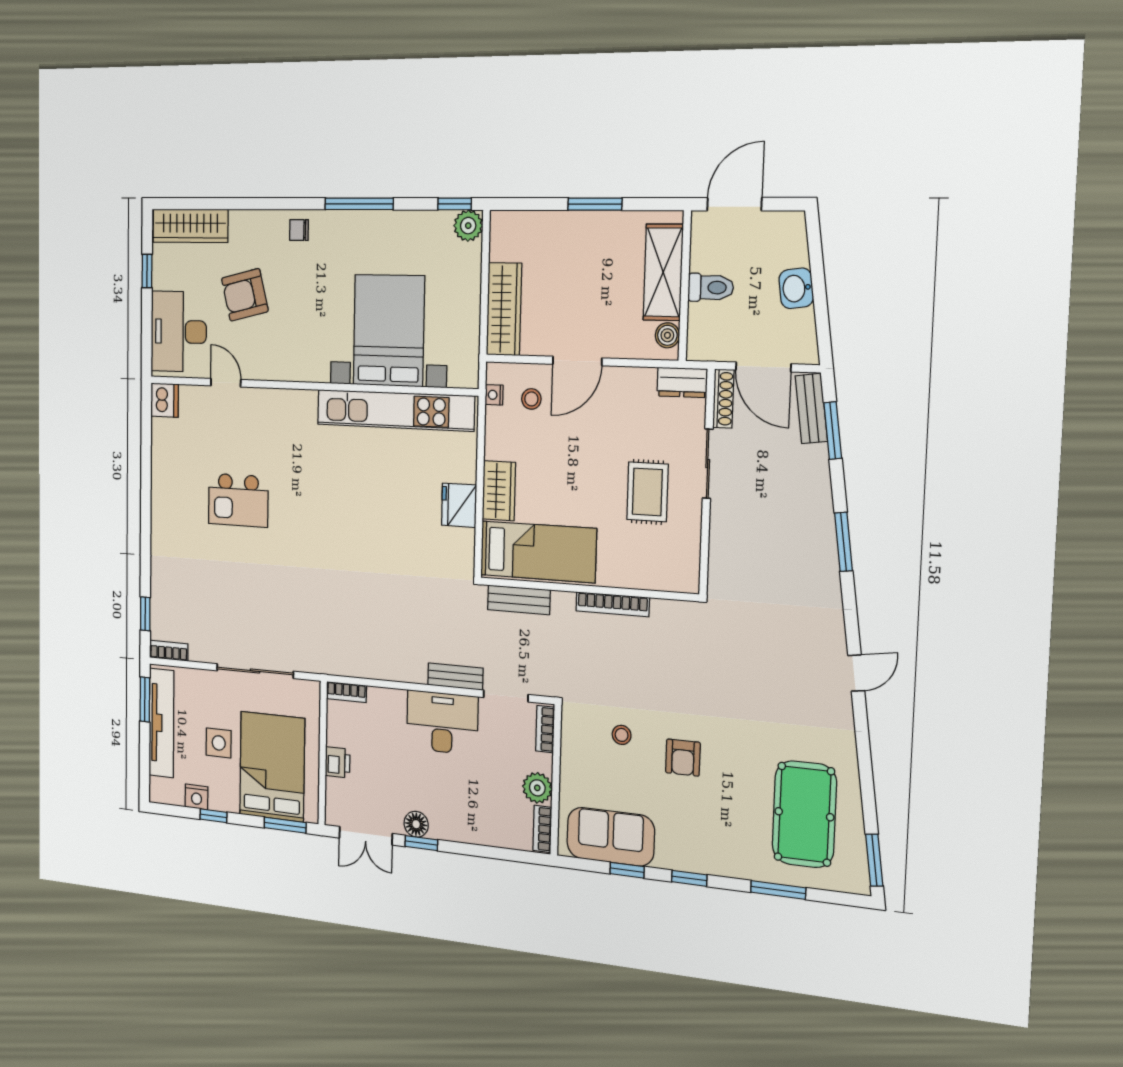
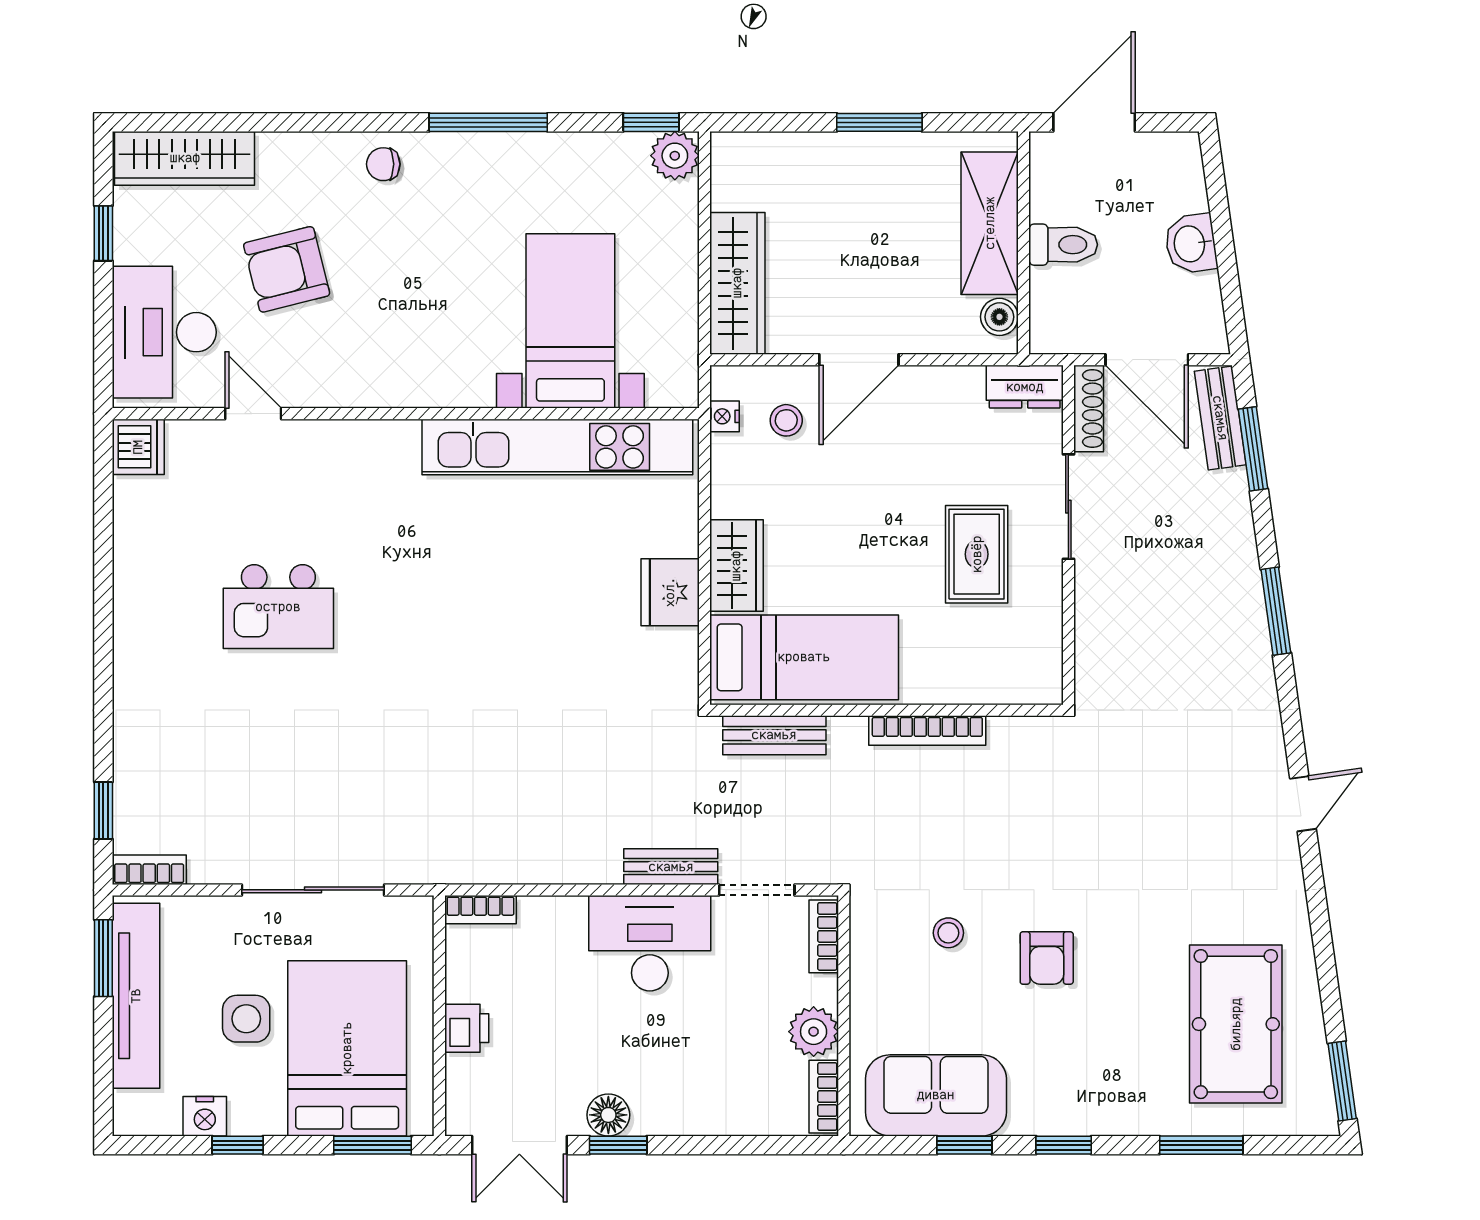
bed with nightstands: (389, 330) -> (570, 321), width x0.73

